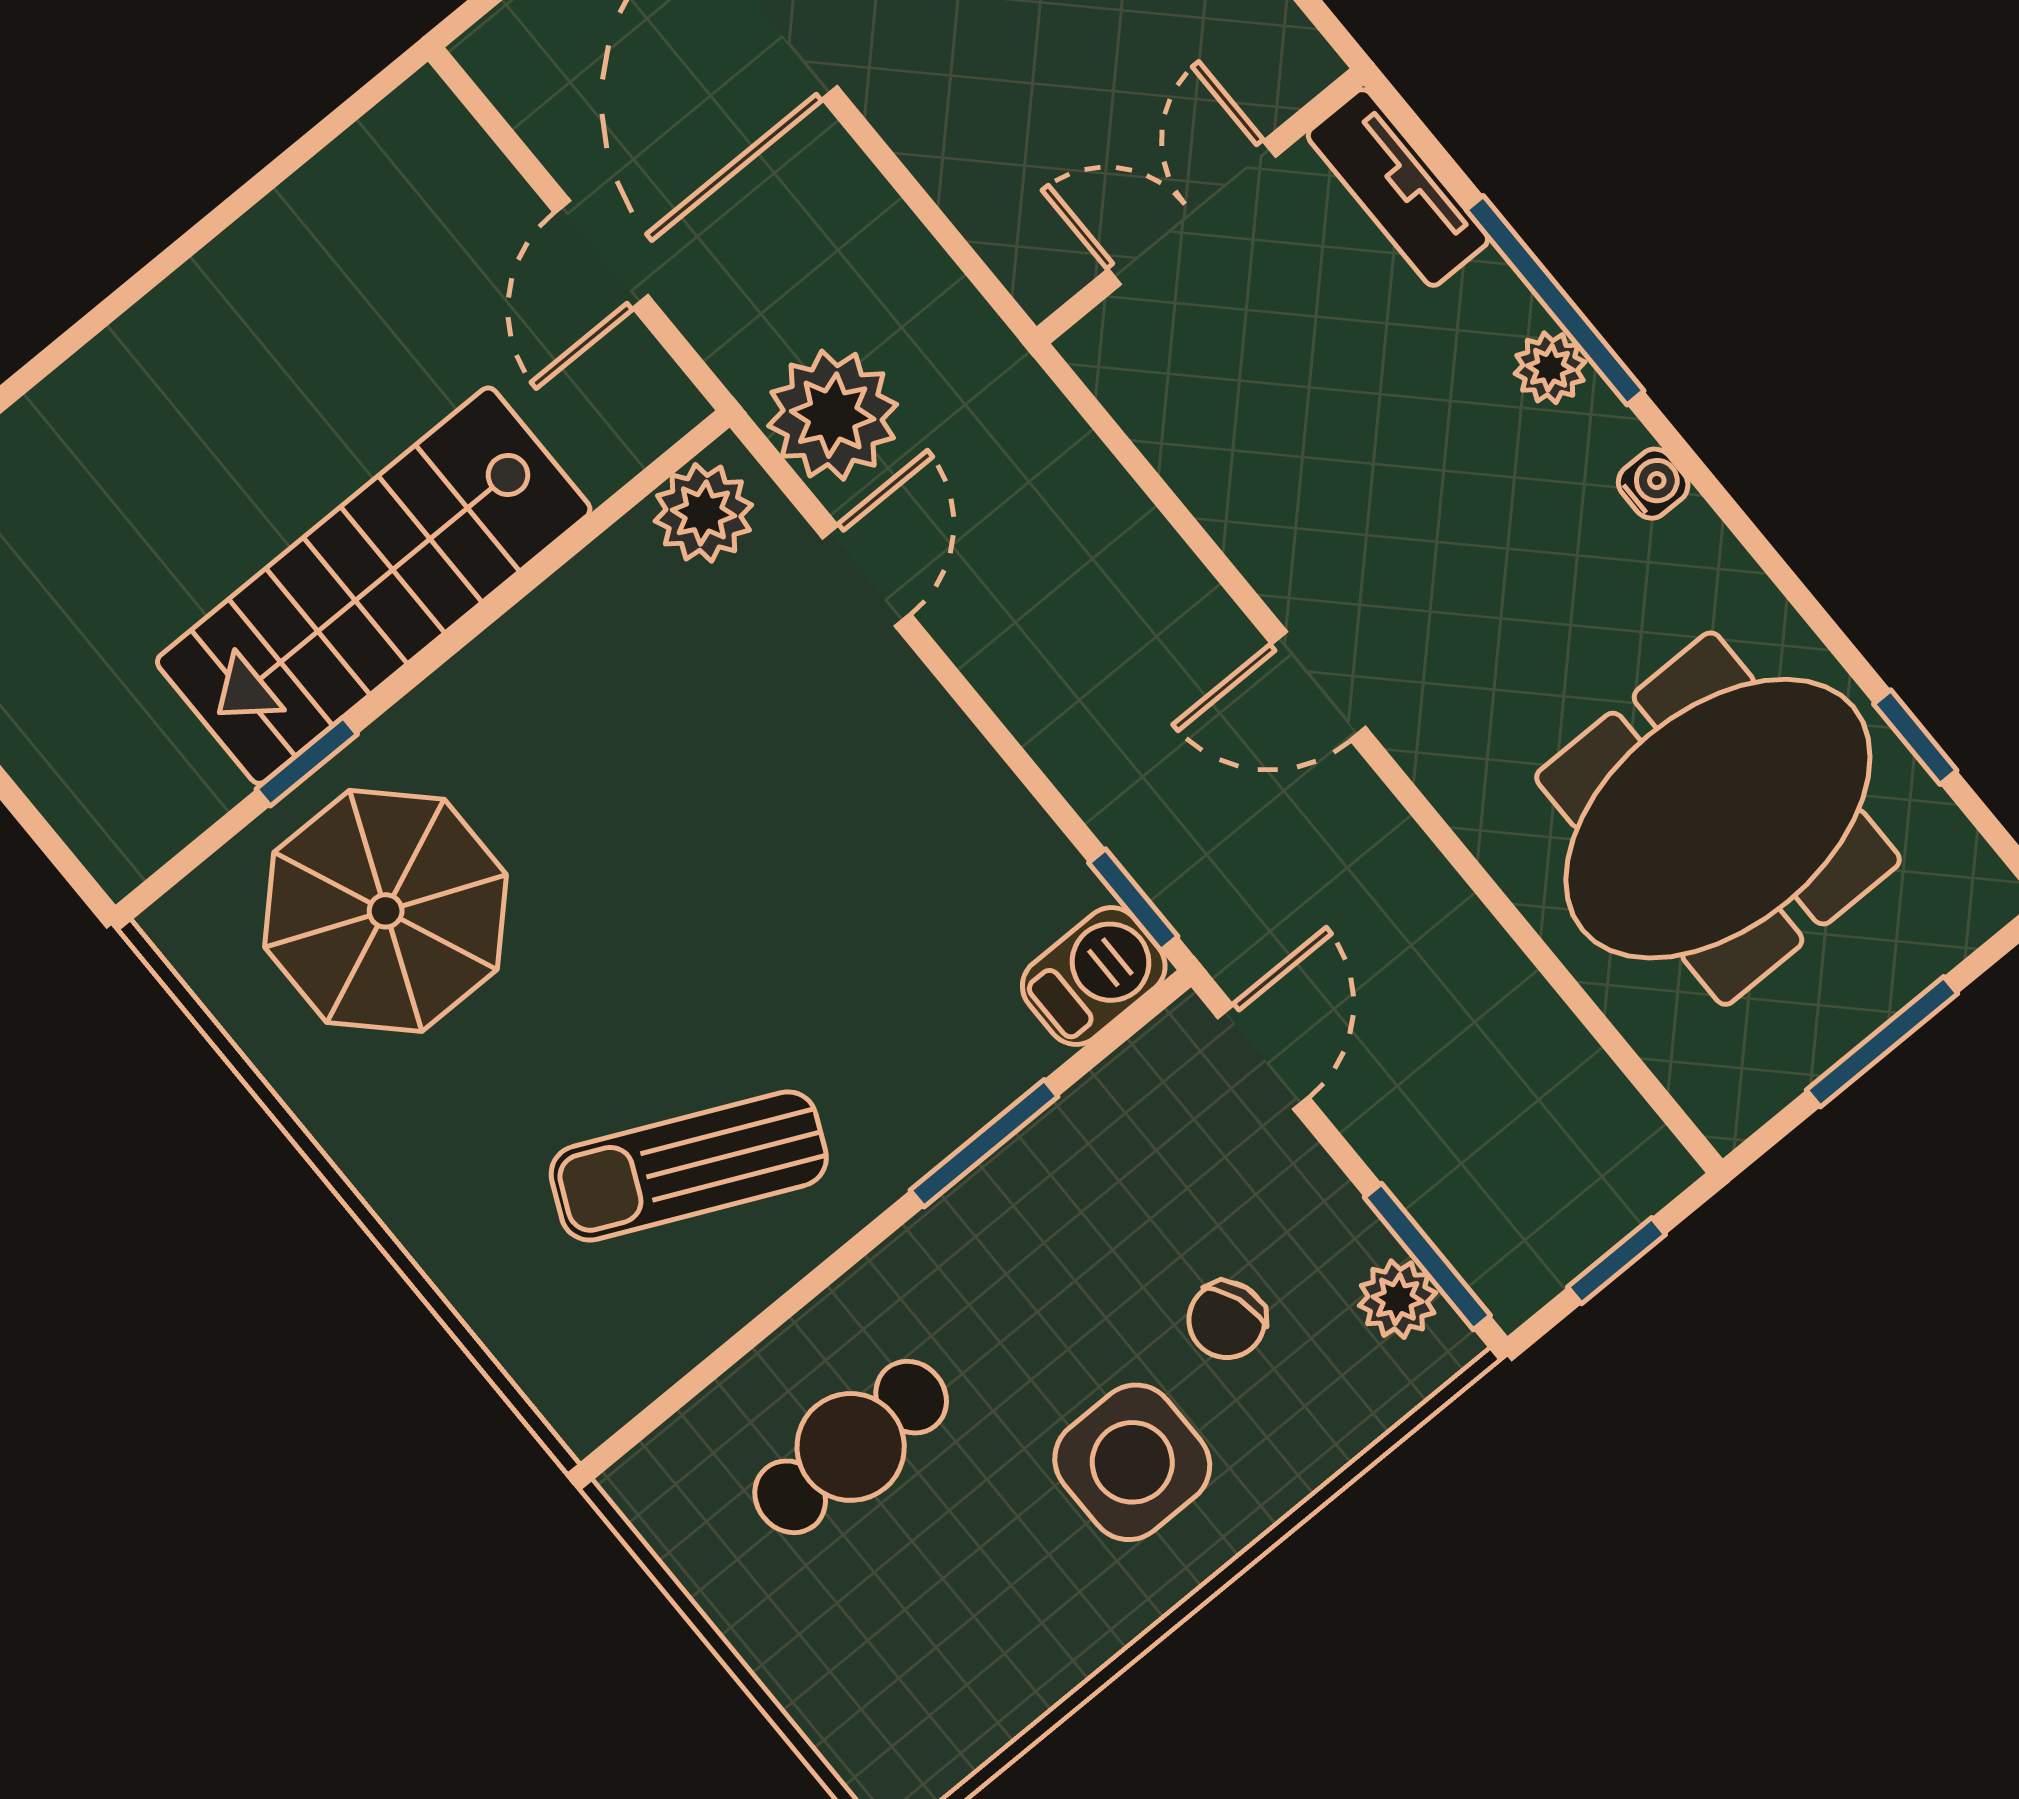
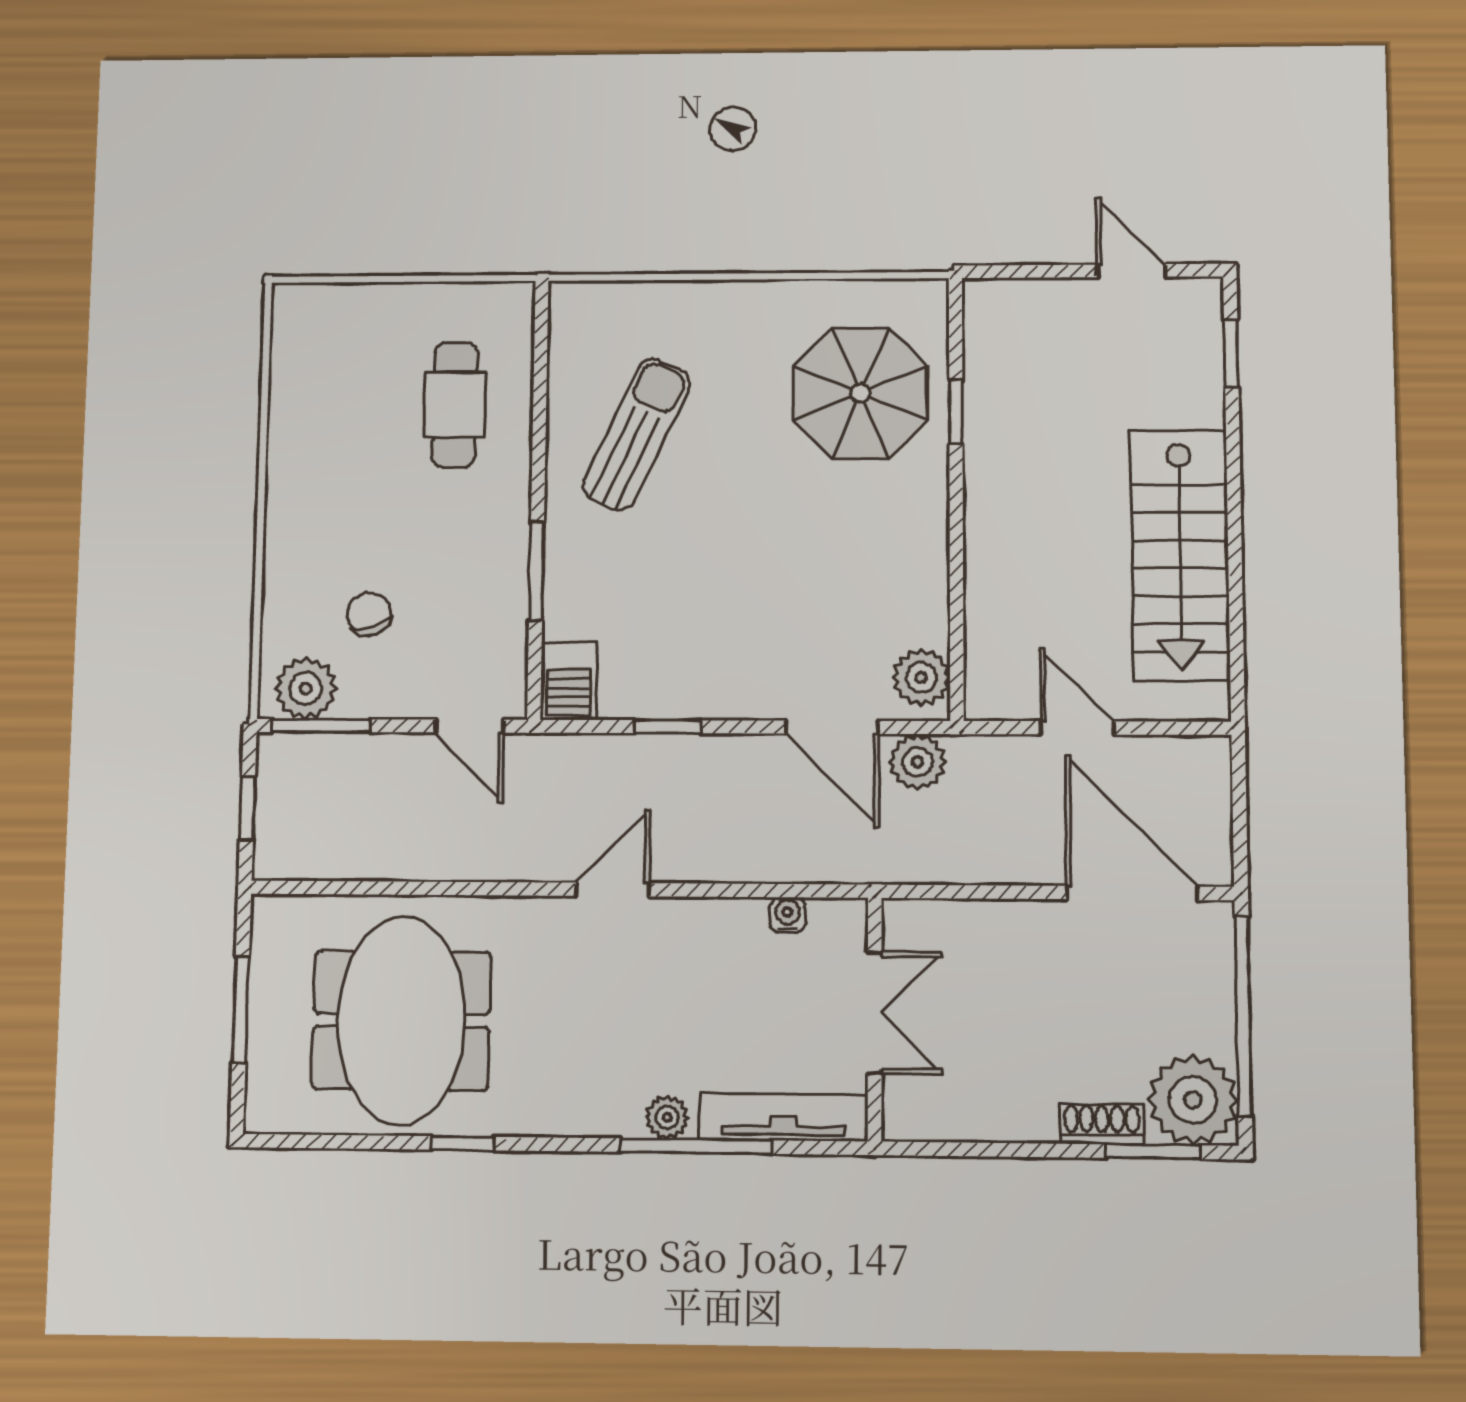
tv unit: (1398, 187) -> (783, 1117), width x1.41
plant: (833, 415) -> (918, 762), width x0.73, depth x0.73
water cooler: (1653, 484) -> (787, 915), moved, turned 180
door: (866, 576) -> (832, 727), width x1.38
stairs: (374, 586) -> (1180, 555), moved, turned 180
window: (1915, 737) -> (462, 1143), moved
window: (1133, 900) -> (667, 727), moved
plant: (1398, 1299) -> (306, 688), width x1.38, depth x1.38
side table: (1132, 1462) -> (344, 521), removed

